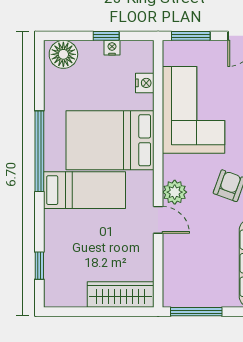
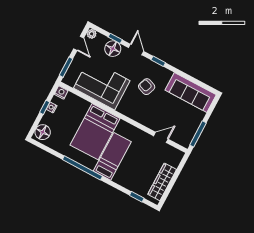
nightstand: (145, 83) -> (61, 93), moved
plant: (175, 192) -> (136, 114), removed
door: (158, 220) -> (161, 137), moved
wardrobe: (121, 295) -> (162, 182), moved

